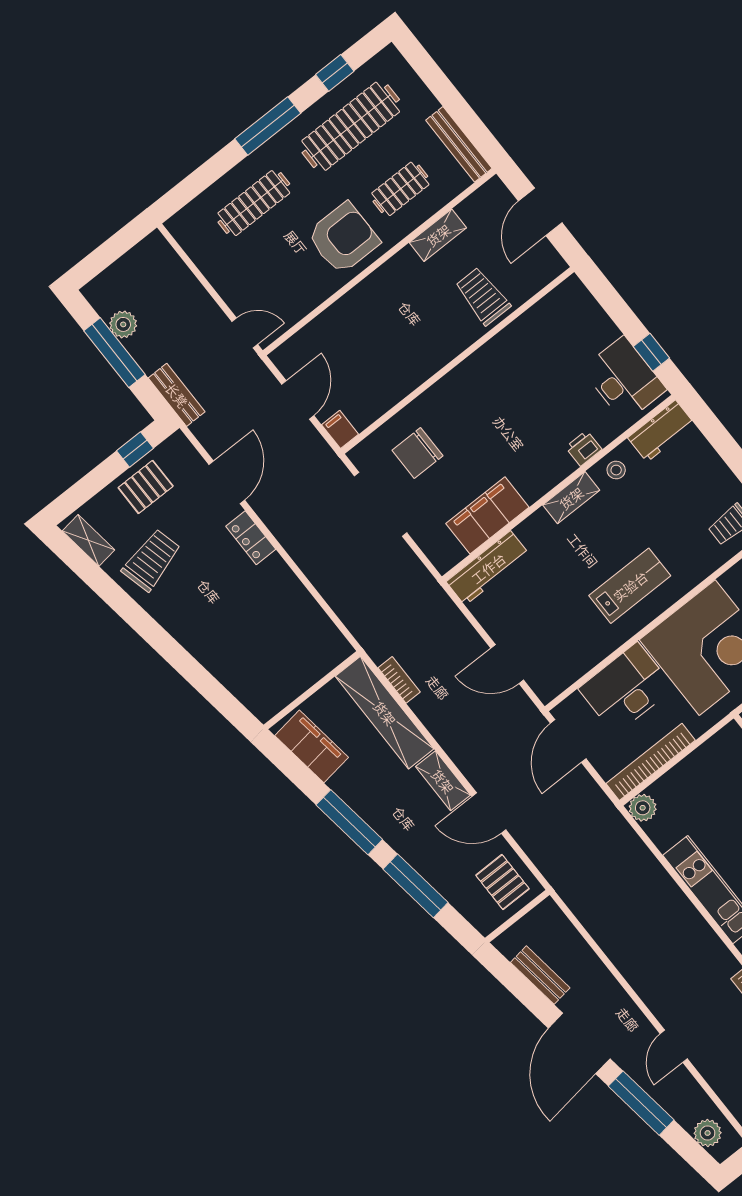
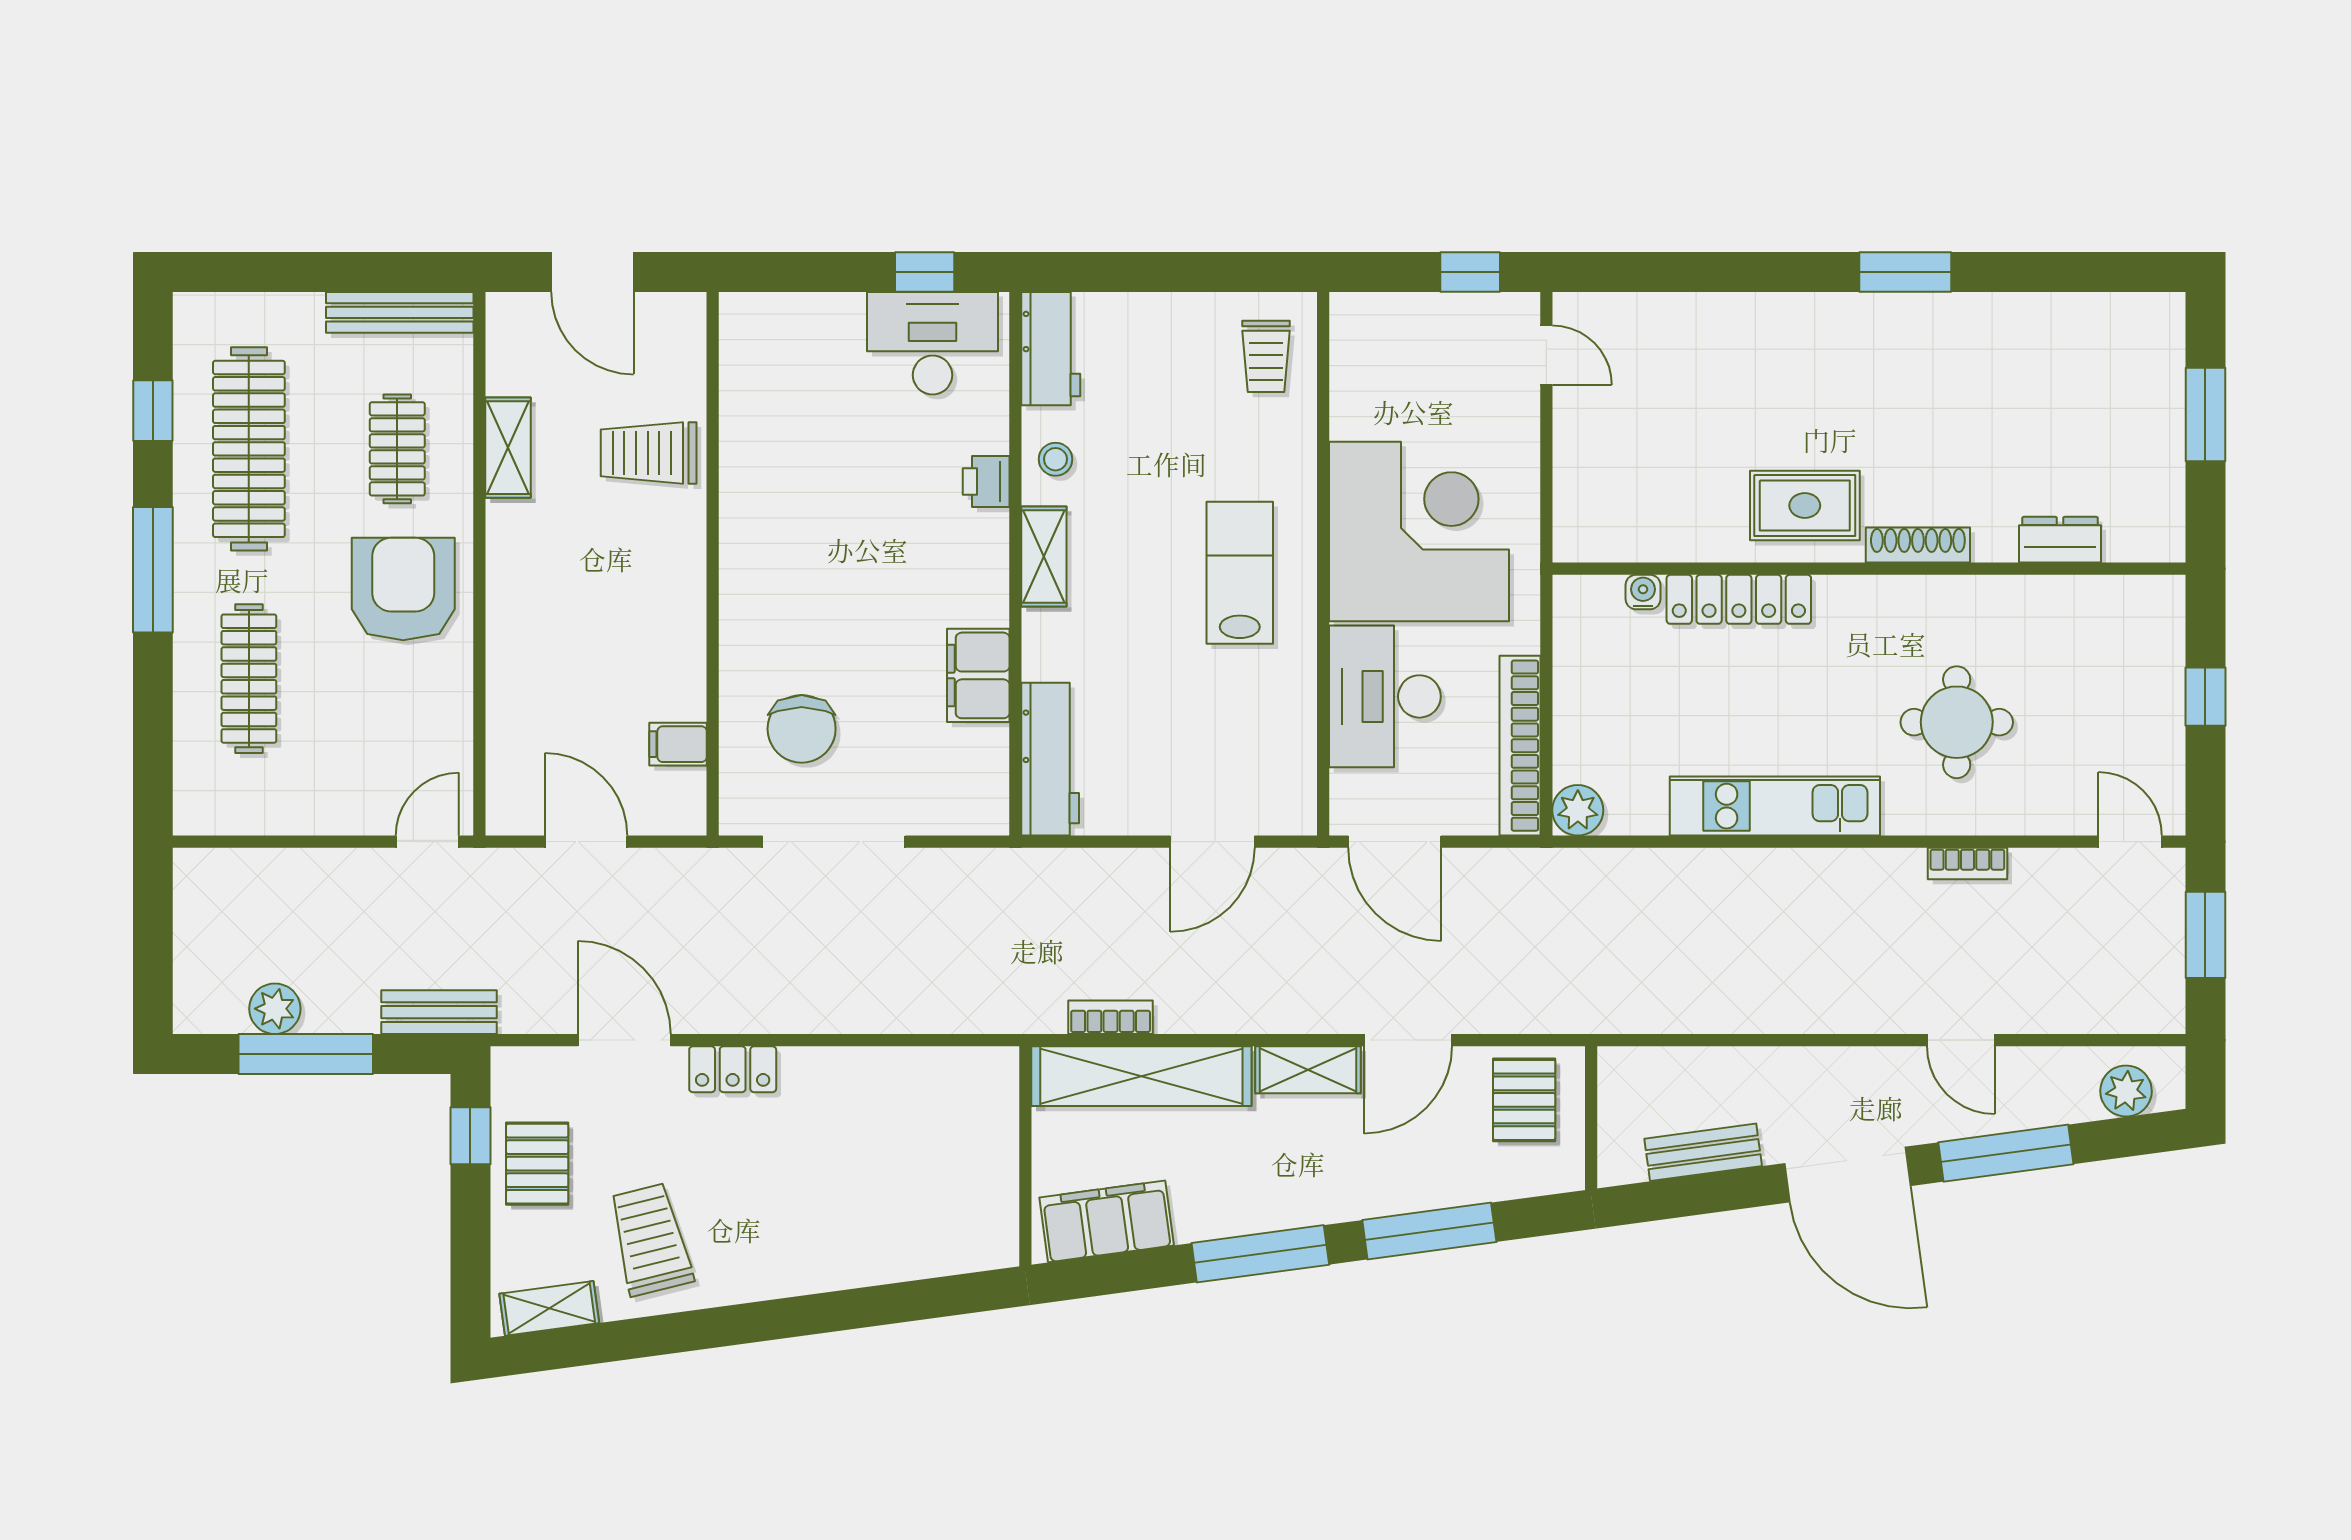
filing cabinet: (340, 429) -> (678, 744), moved
filing cabinet: (487, 515) -> (978, 675), width x0.67, depth x0.86
pallet: (502, 882) -> (1524, 1100), turned 90

